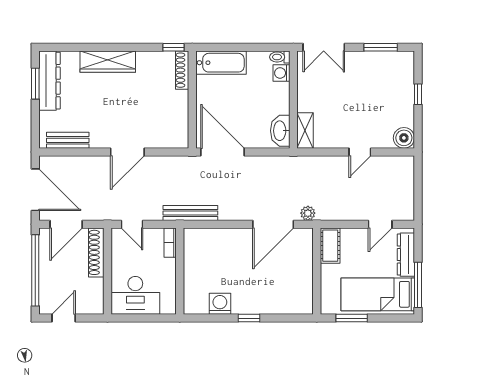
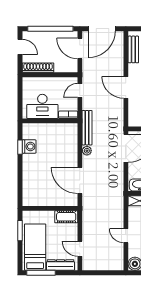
plant: (308, 213) -> (87, 151), moved
shoe rack: (96, 252) -> (38, 68), moved
desk: (135, 295) -> (42, 106), moved, turned -90
window: (249, 318) -> (20, 147), moved

